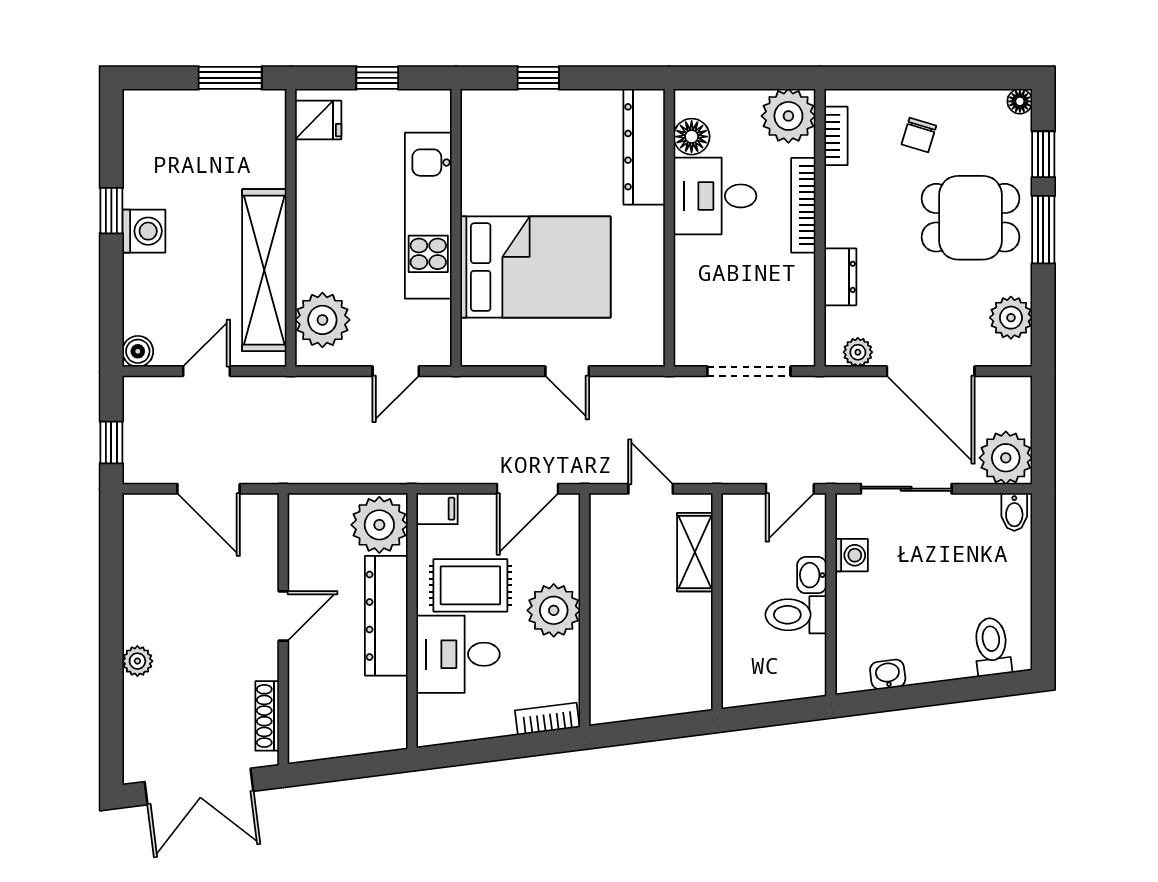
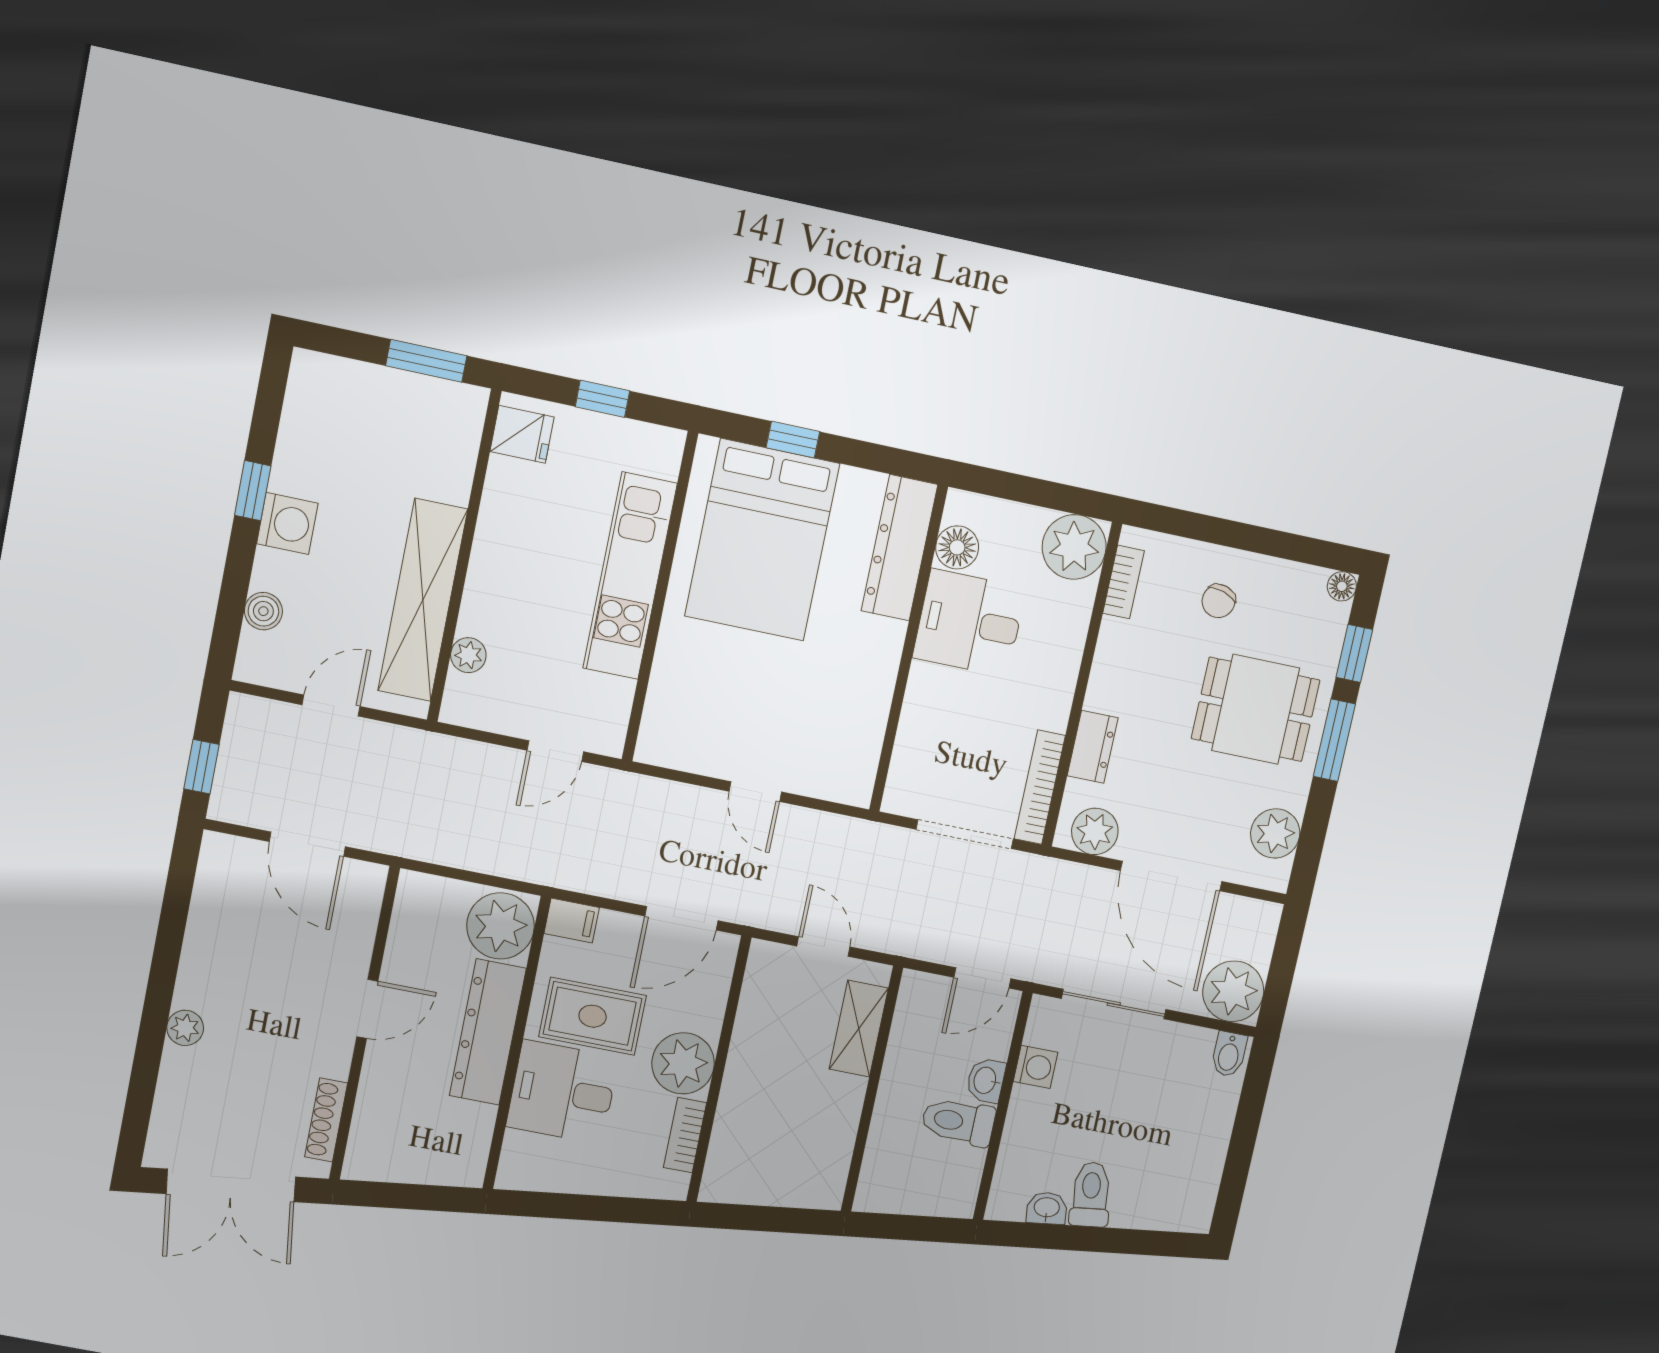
bookcase: (803, 205) -> (1040, 787), moved
bed: (536, 267) -> (762, 540), moved, turned 90
plant: (322, 320) -> (468, 655), width x0.53, depth x0.53
boiler: (138, 351) -> (263, 611), moved
plant: (858, 352) -> (1095, 831), width x1.38, depth x1.38
toilet: (992, 647) -> (1091, 1194), moved
bookcase: (547, 719) -> (685, 1135), moved, turned -83

